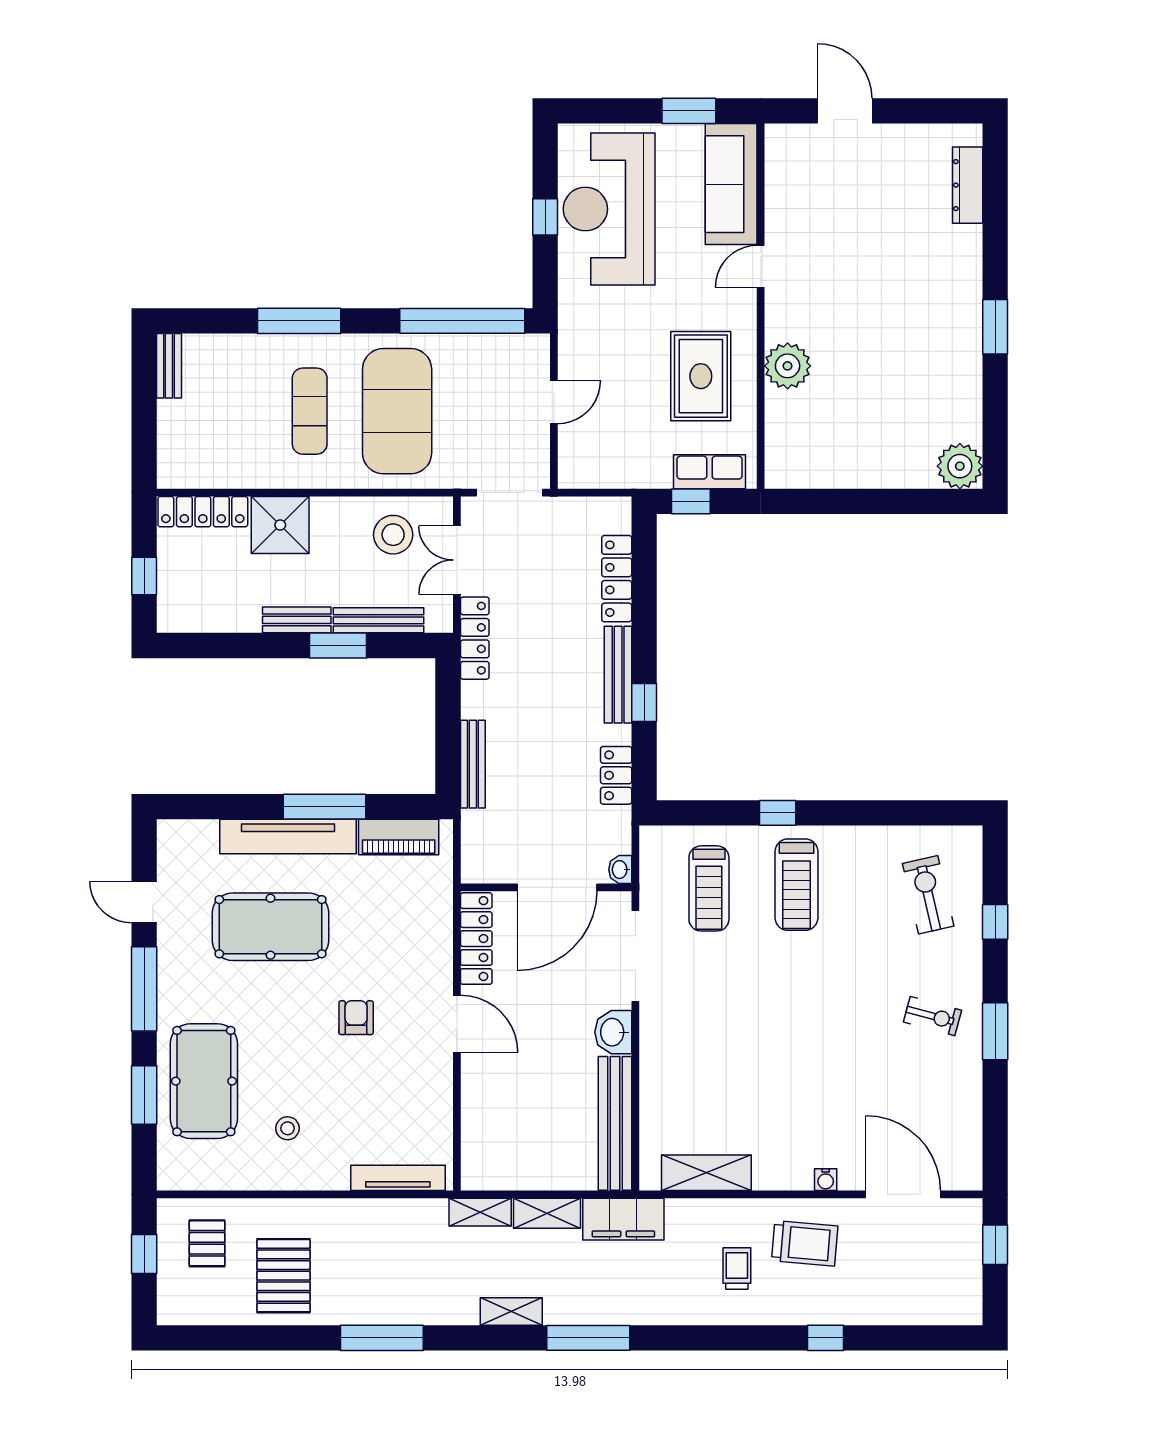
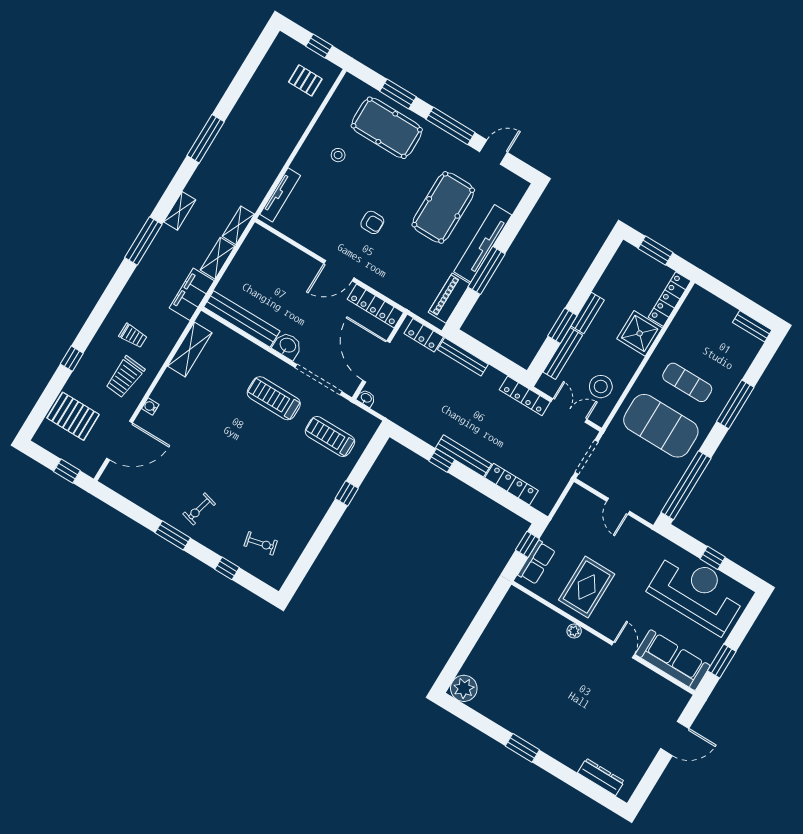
plant: (788, 366) -> (574, 631), width x0.53, depth x0.53
rug: (701, 376) -> (587, 587), turned 90
window: (144, 576) -> (655, 251), width x1.50
locker: (616, 775) -> (424, 335), moved, turned 180
treadmill: (797, 885) -> (274, 398), moved
exercise bike: (928, 895) -> (261, 543), width x0.73, depth x0.72
pallet: (284, 1276) -> (73, 416), moved

